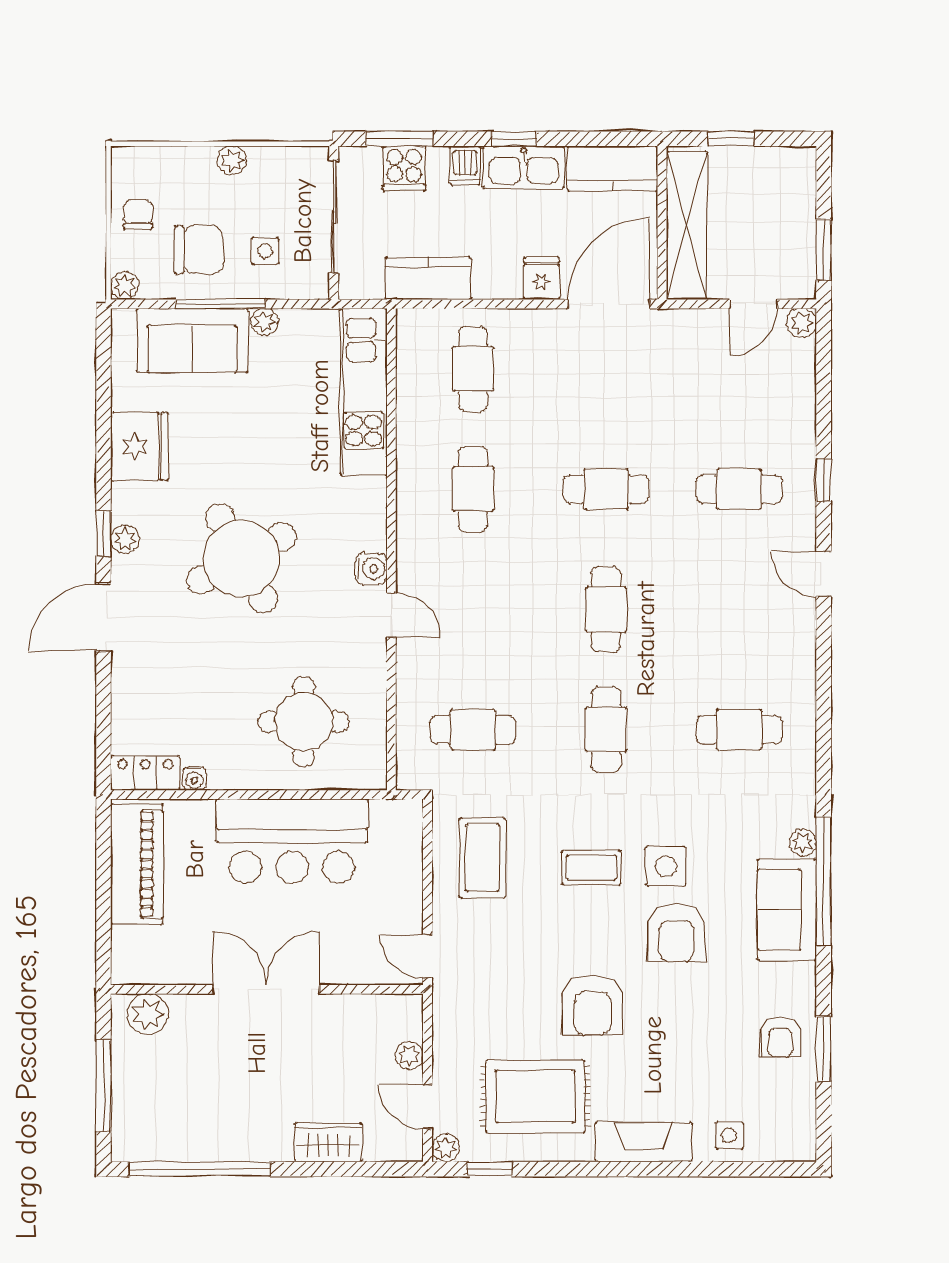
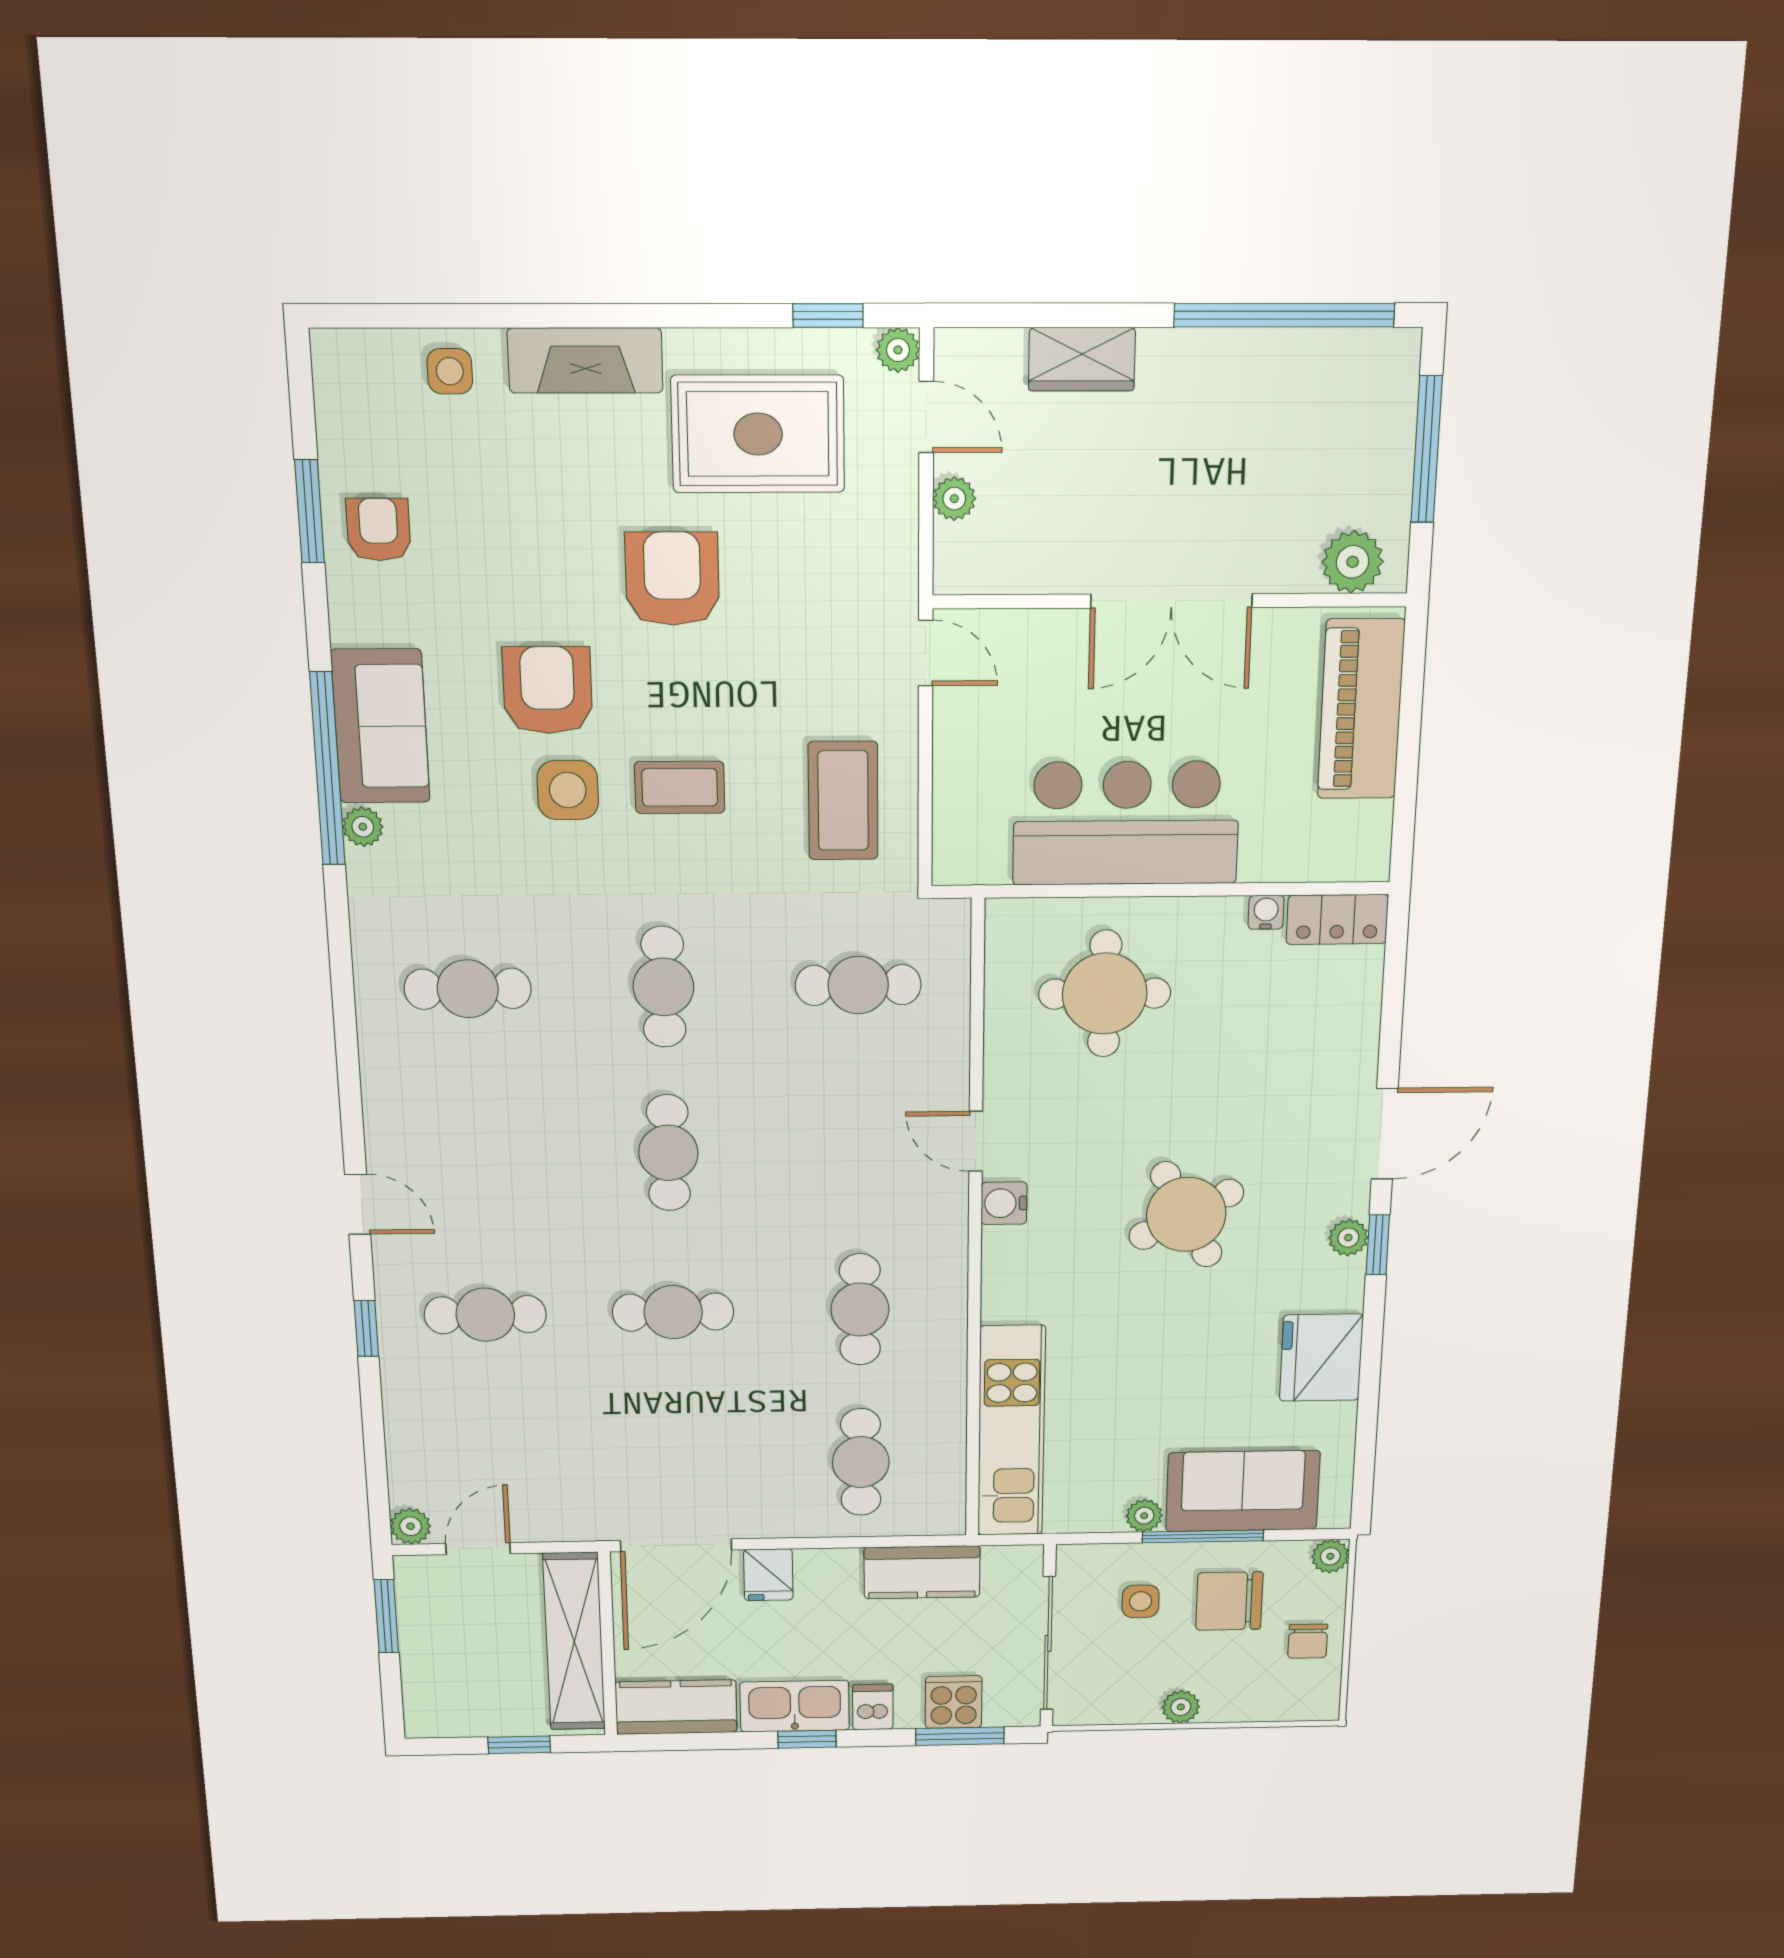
round table: (242, 559) -> (1186, 1214), width x0.73, depth x0.73
piano: (137, 864) -> (1361, 709), moved

